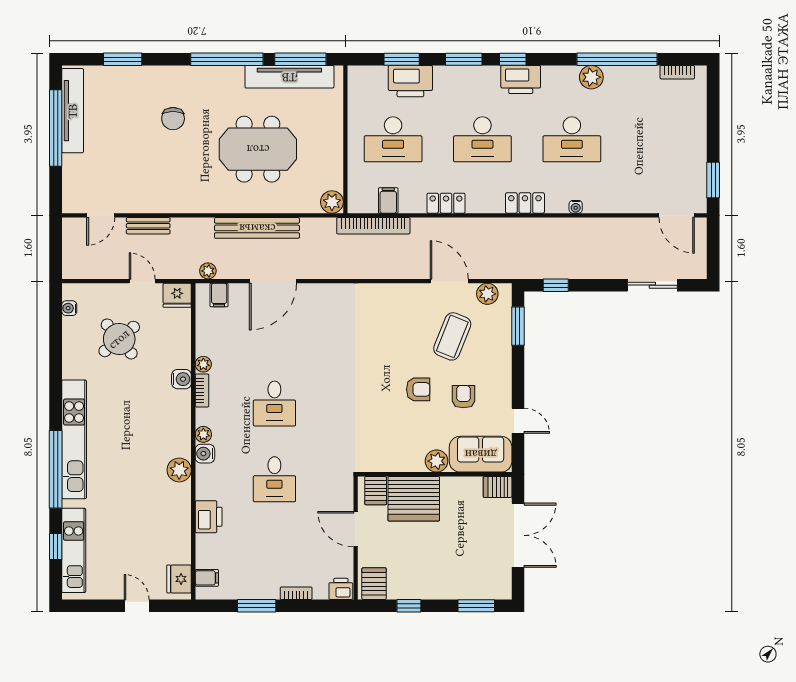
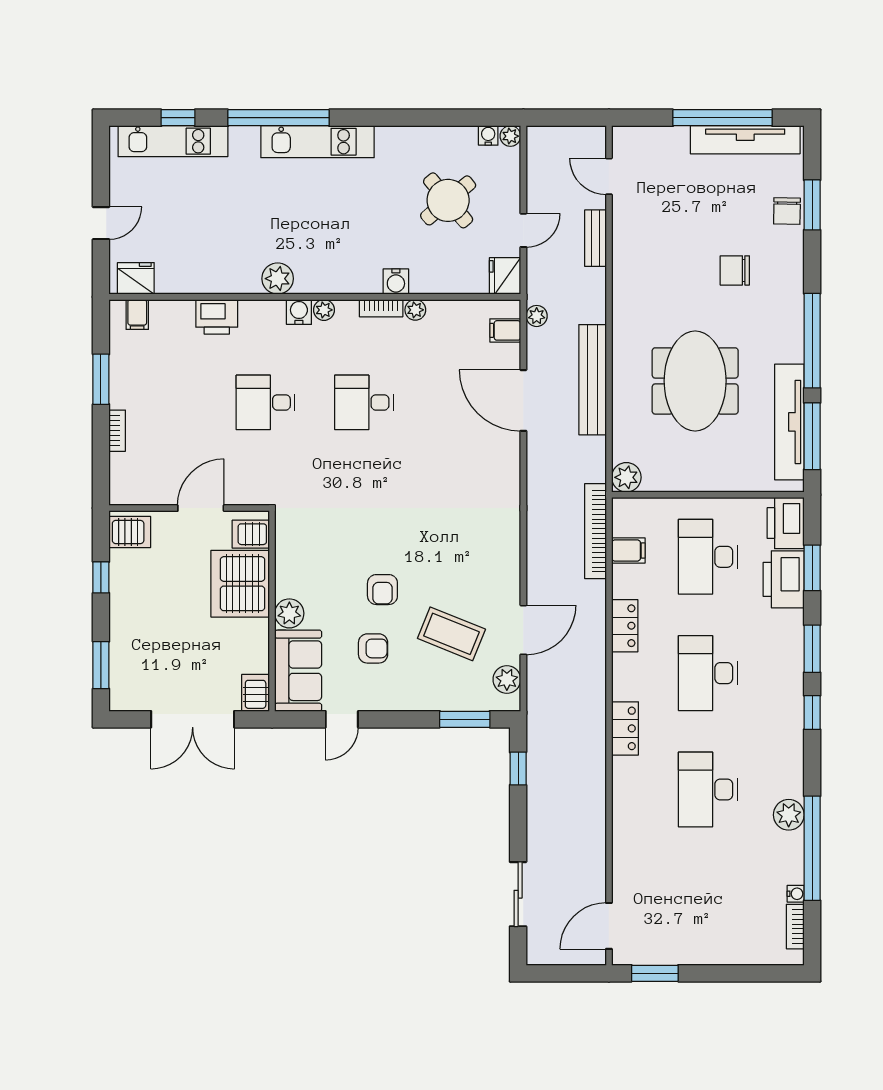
chair: (127, 79) -> (787, 211), added
printer: (521, 80) -> (786, 523), moved
water cooler: (576, 207) -> (796, 894), moved, turned 180
plant: (70, 291) -> (510, 136), added
kitchen unit: (74, 439) -> (317, 142), width x0.73
printer: (341, 589) -> (123, 489), removed

